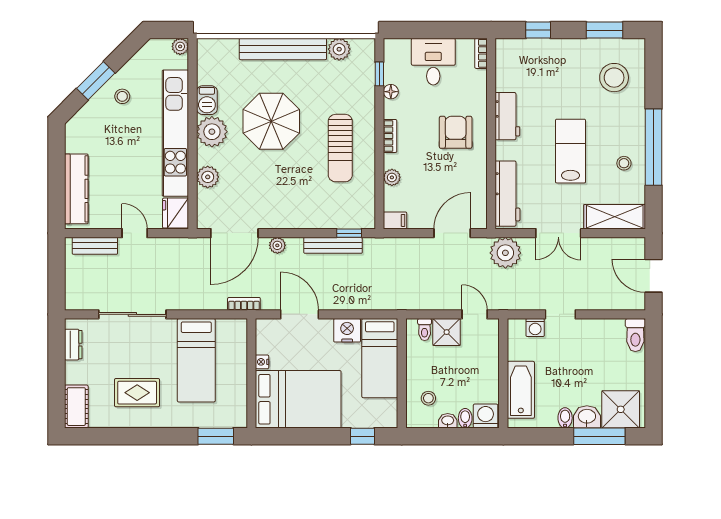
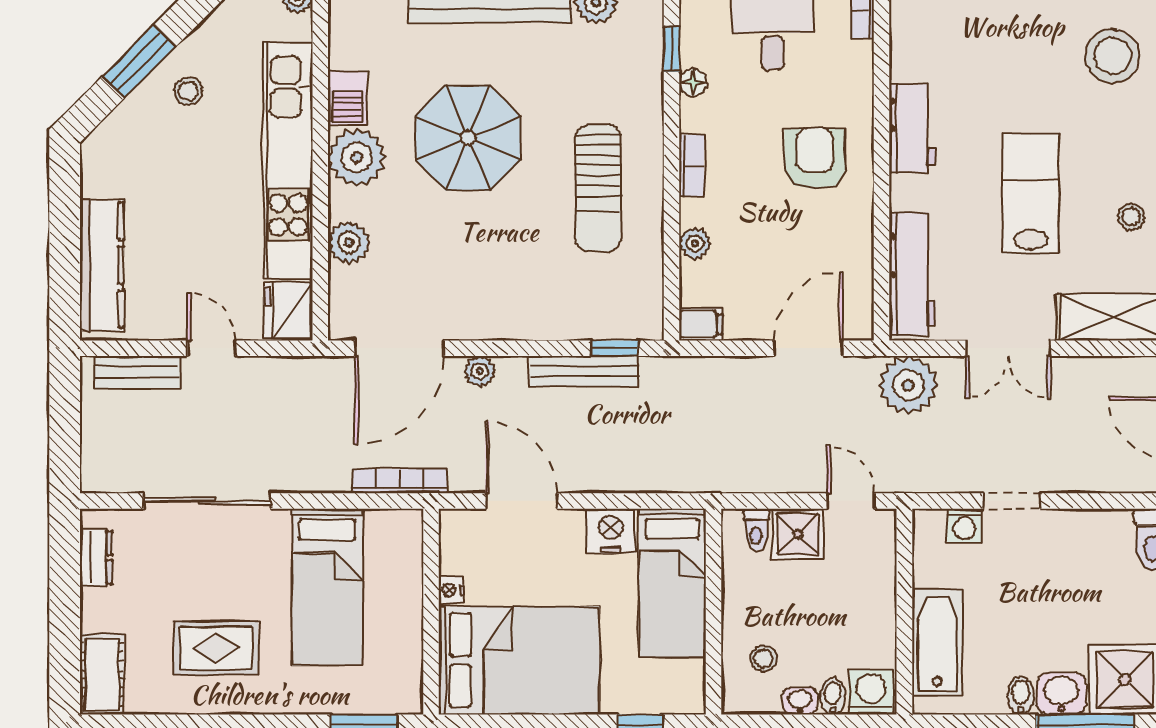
bookcase: (244, 304) -> (400, 481), width x1.56

